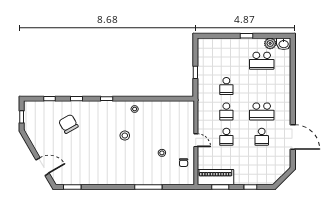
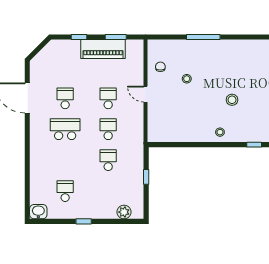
plant: (270, 43) -> (124, 212), moved
school desk: (262, 61) -> (65, 191), width x0.54
piano: (215, 177) -> (103, 49), moved

